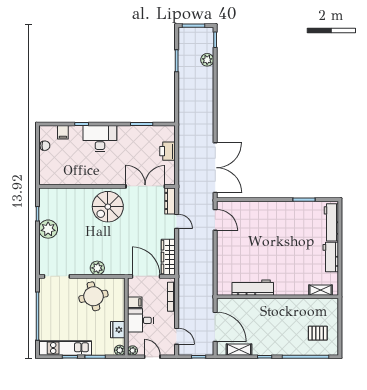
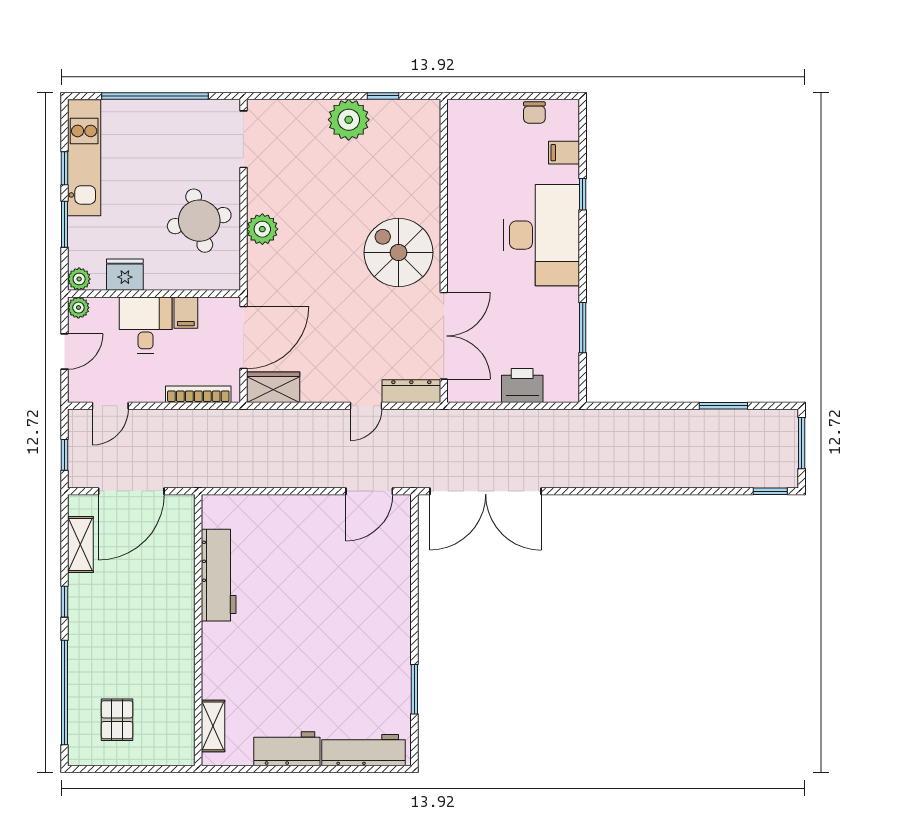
plant: (207, 60) -> (725, 474), removed
desk: (100, 139) -> (541, 235), width x1.36, depth x1.30
wardrobe: (168, 257) -> (273, 387), width x0.67

